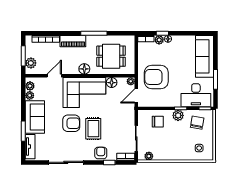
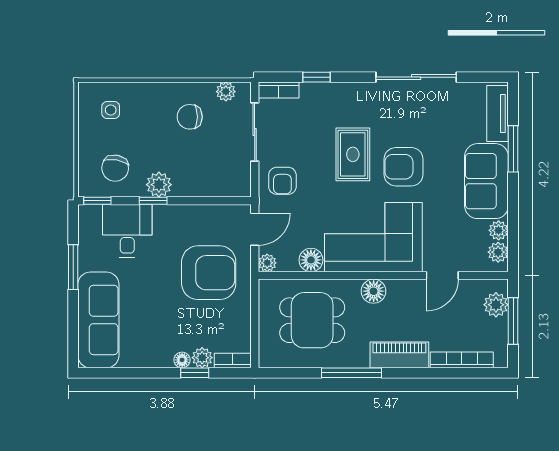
desk: (196, 95) -> (127, 231), width x0.73
chair: (158, 122) -> (190, 117), moved
armchair: (101, 153) -> (282, 181), moved

